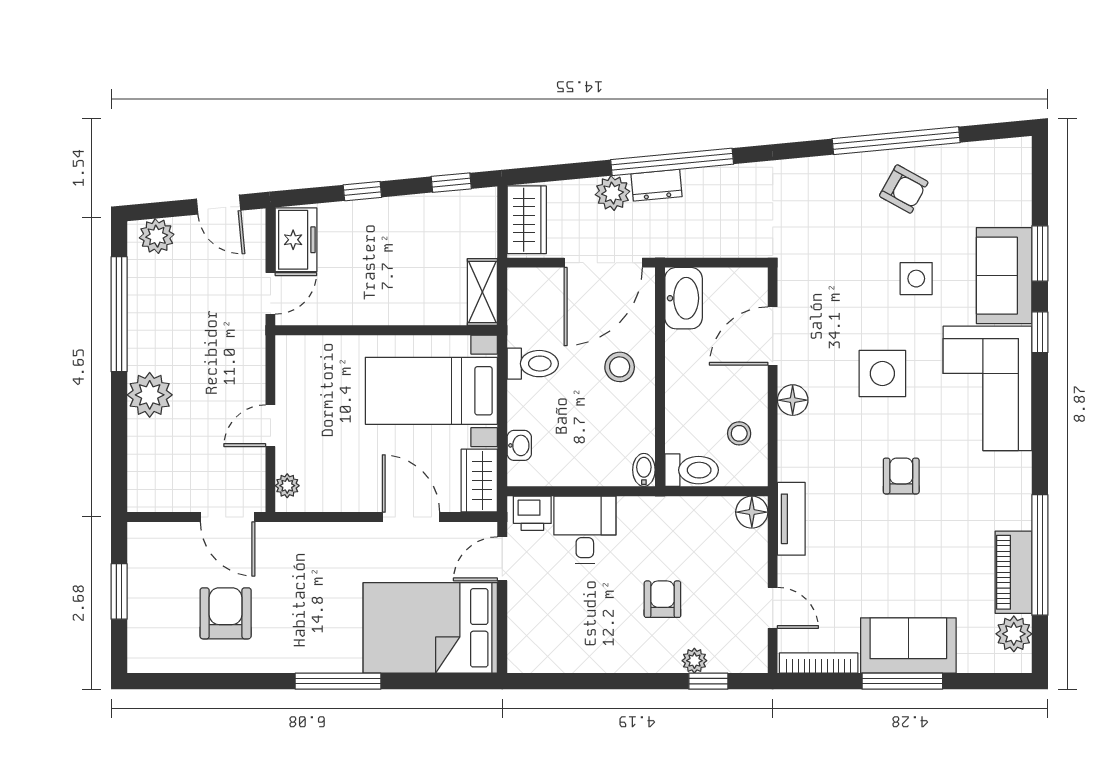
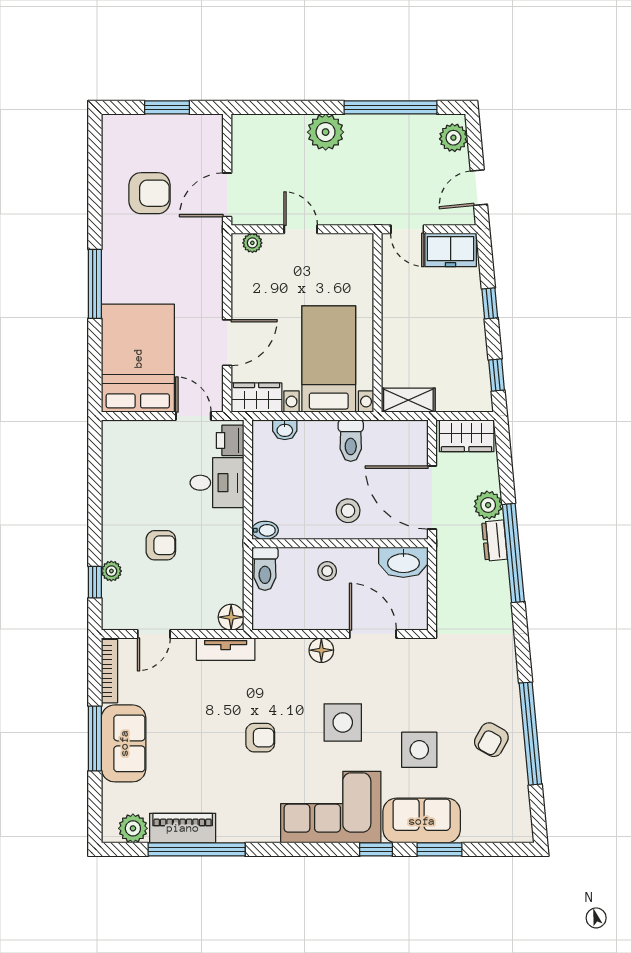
side table: (916, 279) -> (419, 750), width x1.37, depth x1.37
stool: (739, 433) -> (327, 571), moved

